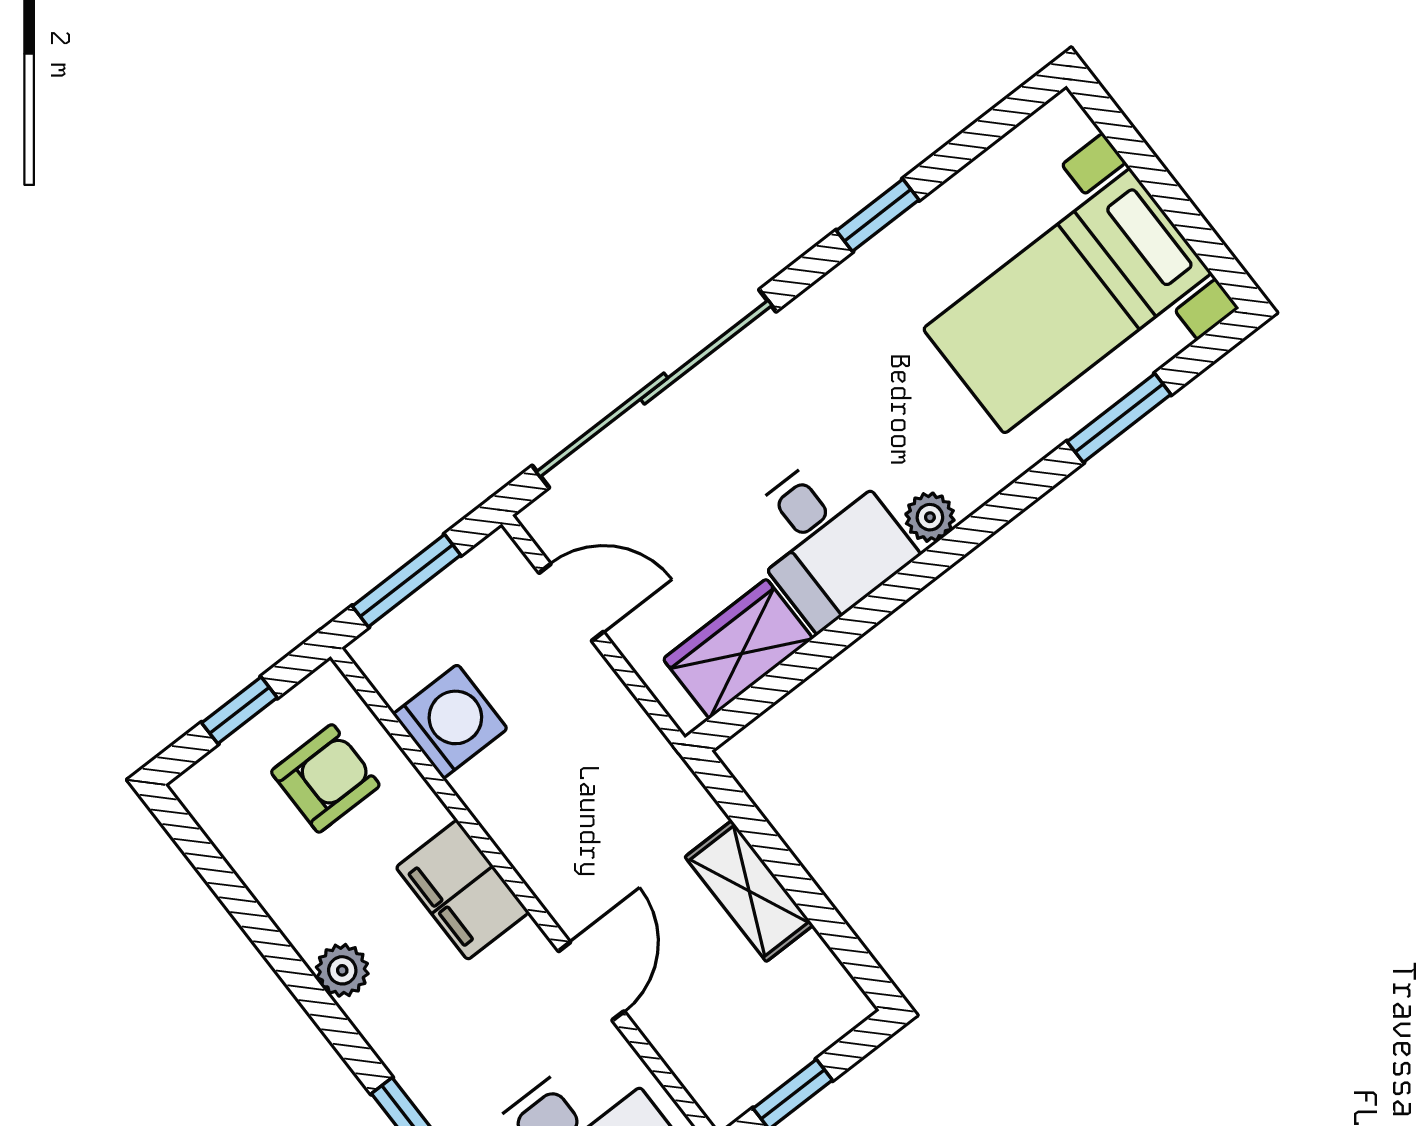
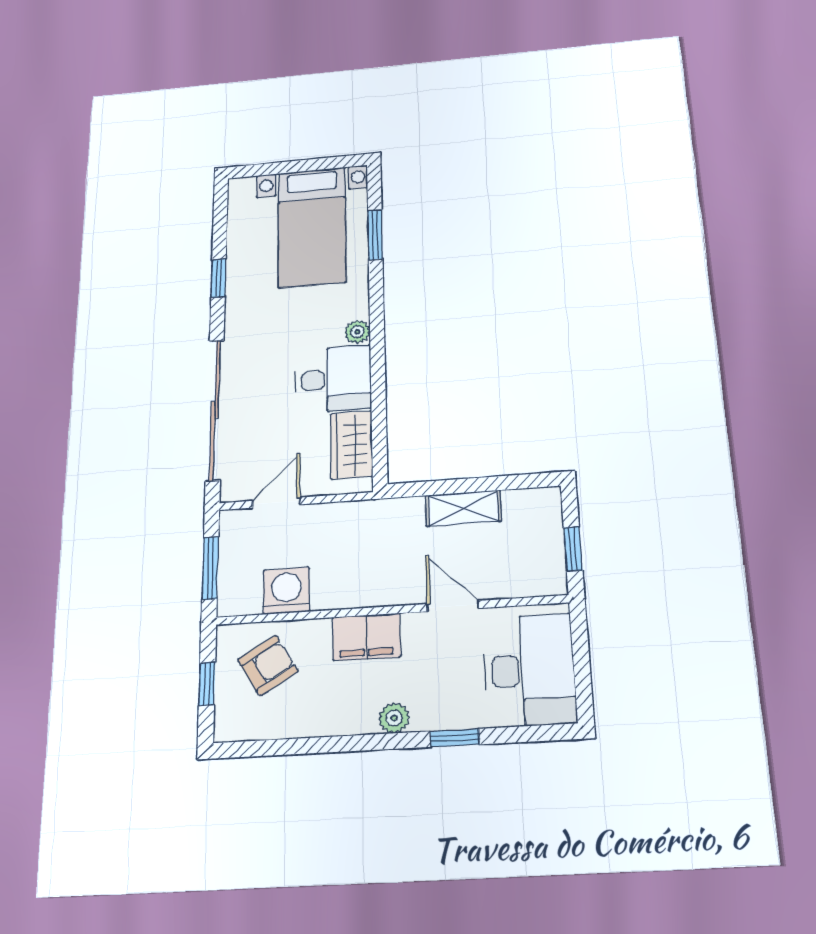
armchair: (325, 778) -> (268, 665), turned 59
plant: (342, 970) -> (394, 718), moved

